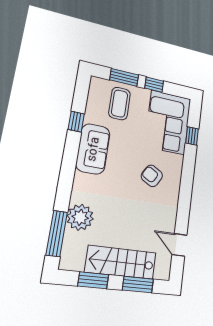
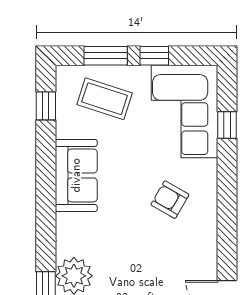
coffee table: (120, 104) -> (105, 99), turned -72
window: (76, 122) -> (46, 106), moved

